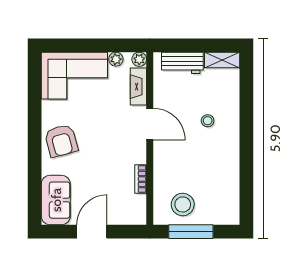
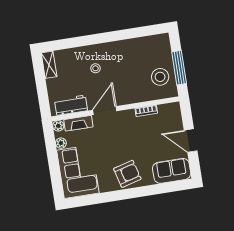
workbench: (182, 63) -> (71, 105), moved, turned -90

